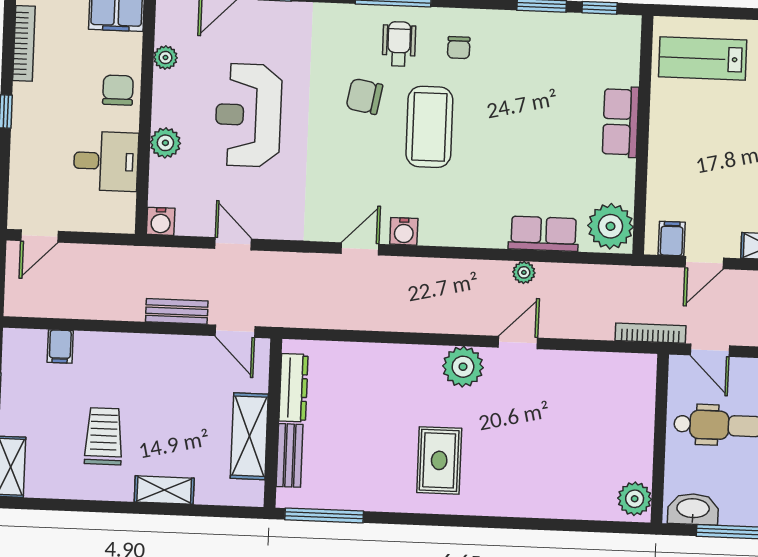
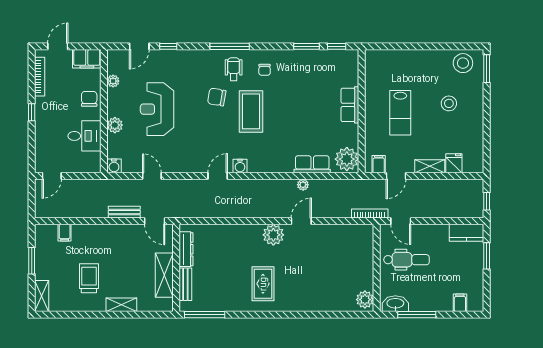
lab bench: (703, 58) -> (400, 113), moved, turned -90

